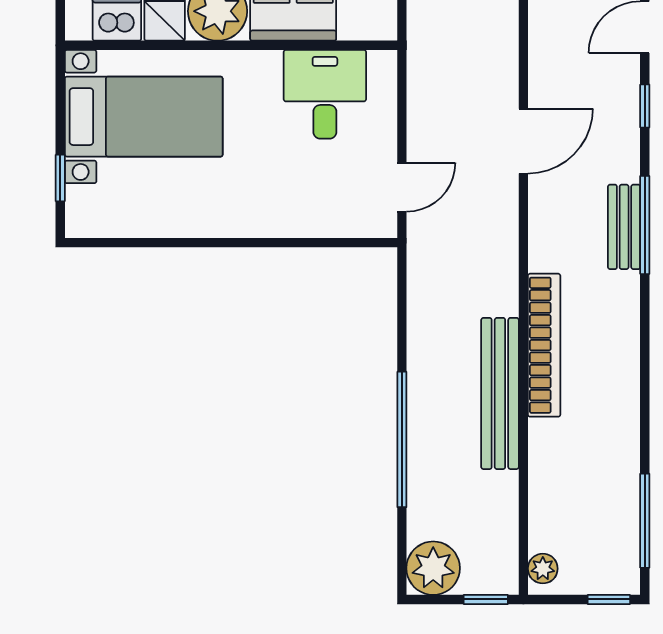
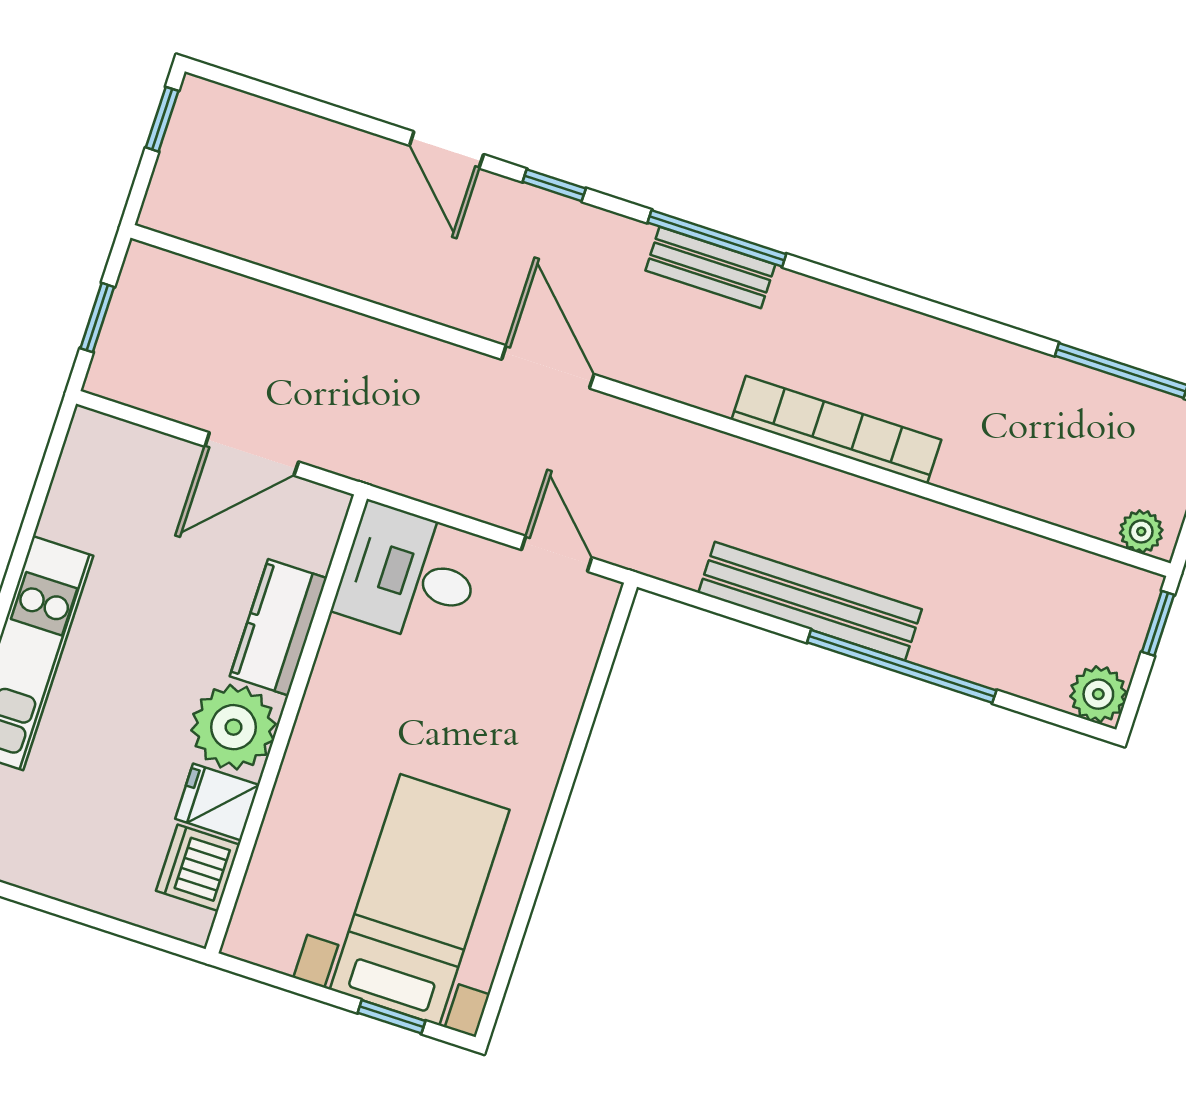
desk: (325, 94) -> (409, 575), moved
bed with nightstands: (144, 117) -> (420, 900), moved
bench: (500, 393) -> (810, 601), moved
plant: (433, 568) -> (1098, 694), width x0.73, depth x0.73

